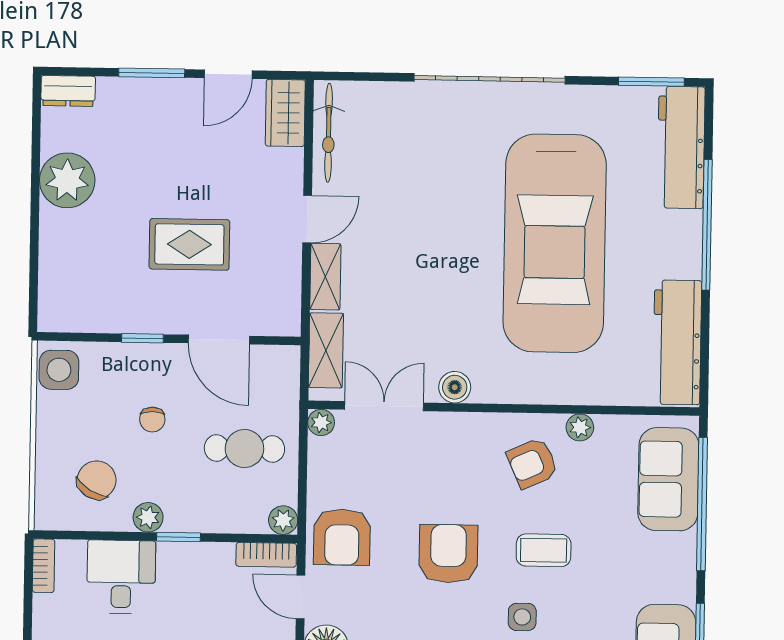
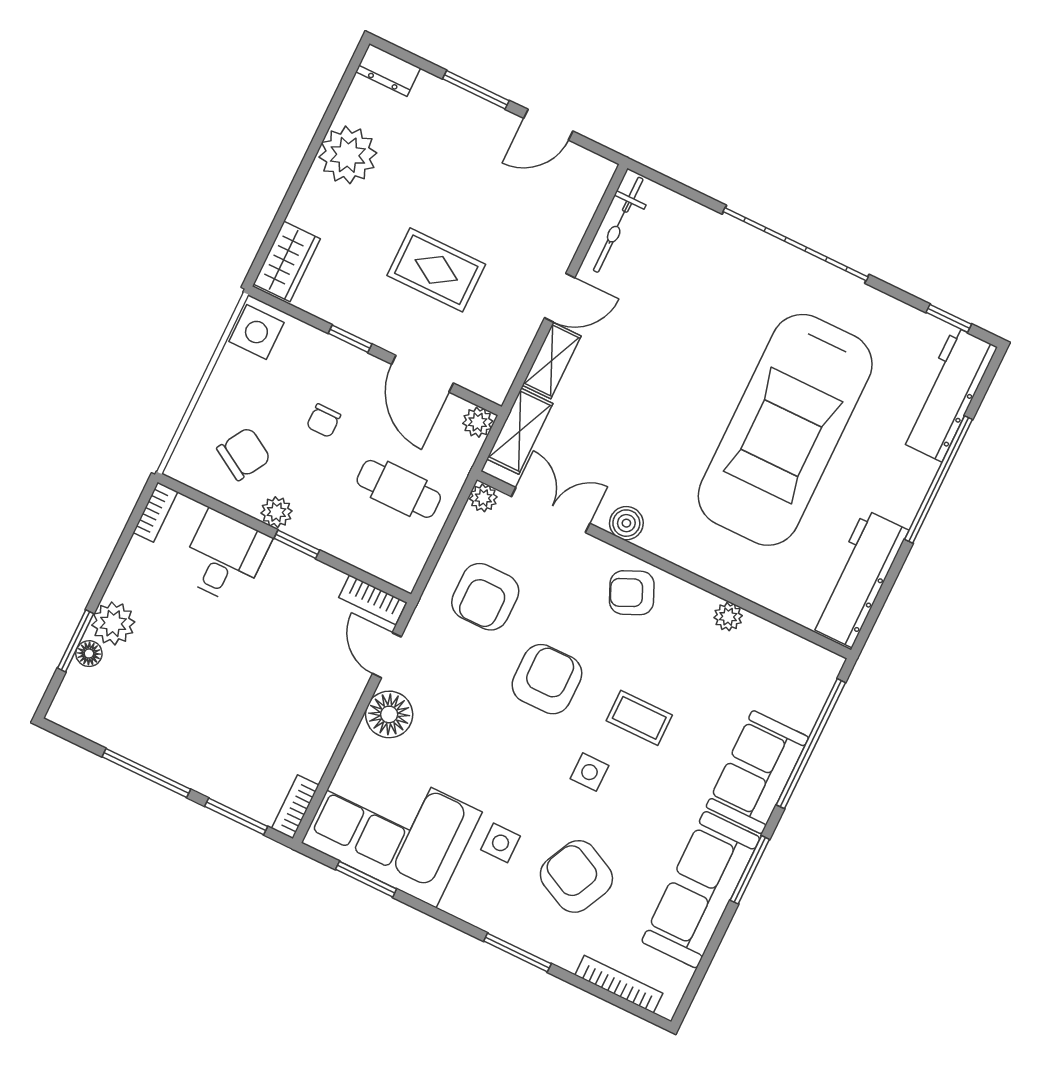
window: (651, 82) -> (949, 318), width x0.67
wardrobe: (285, 113) -> (287, 261), moved, turned 180
armchair: (532, 463) -> (632, 593), moved
sofa: (668, 479) -> (757, 772), moved
plant: (283, 520) -> (478, 422), moved
armchair: (342, 537) -> (485, 597), moved

